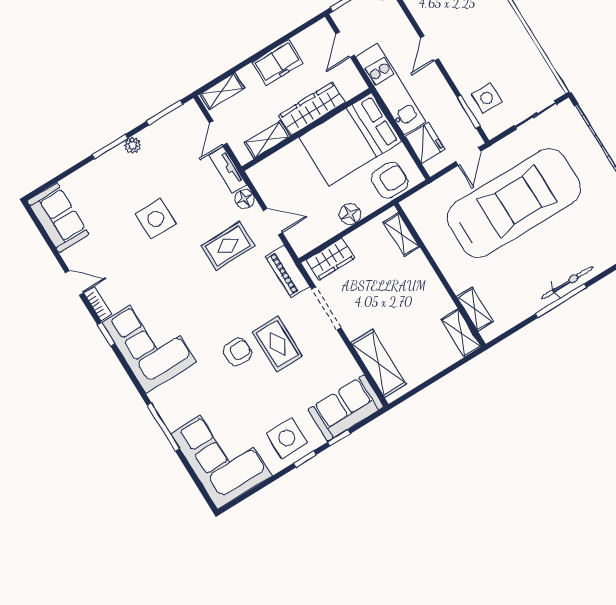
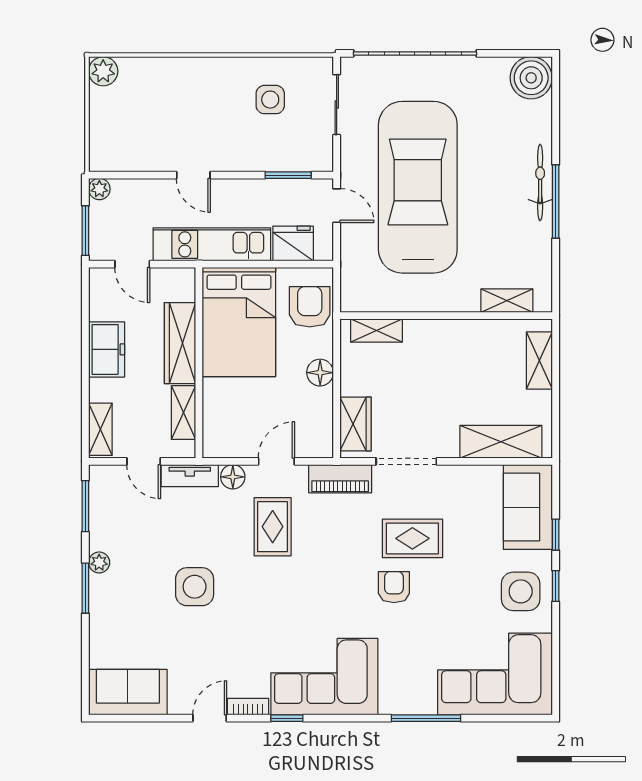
side table: (487, 98) -> (270, 100), moved
shelving: (461, 333) -> (539, 360), moved, turned 90

